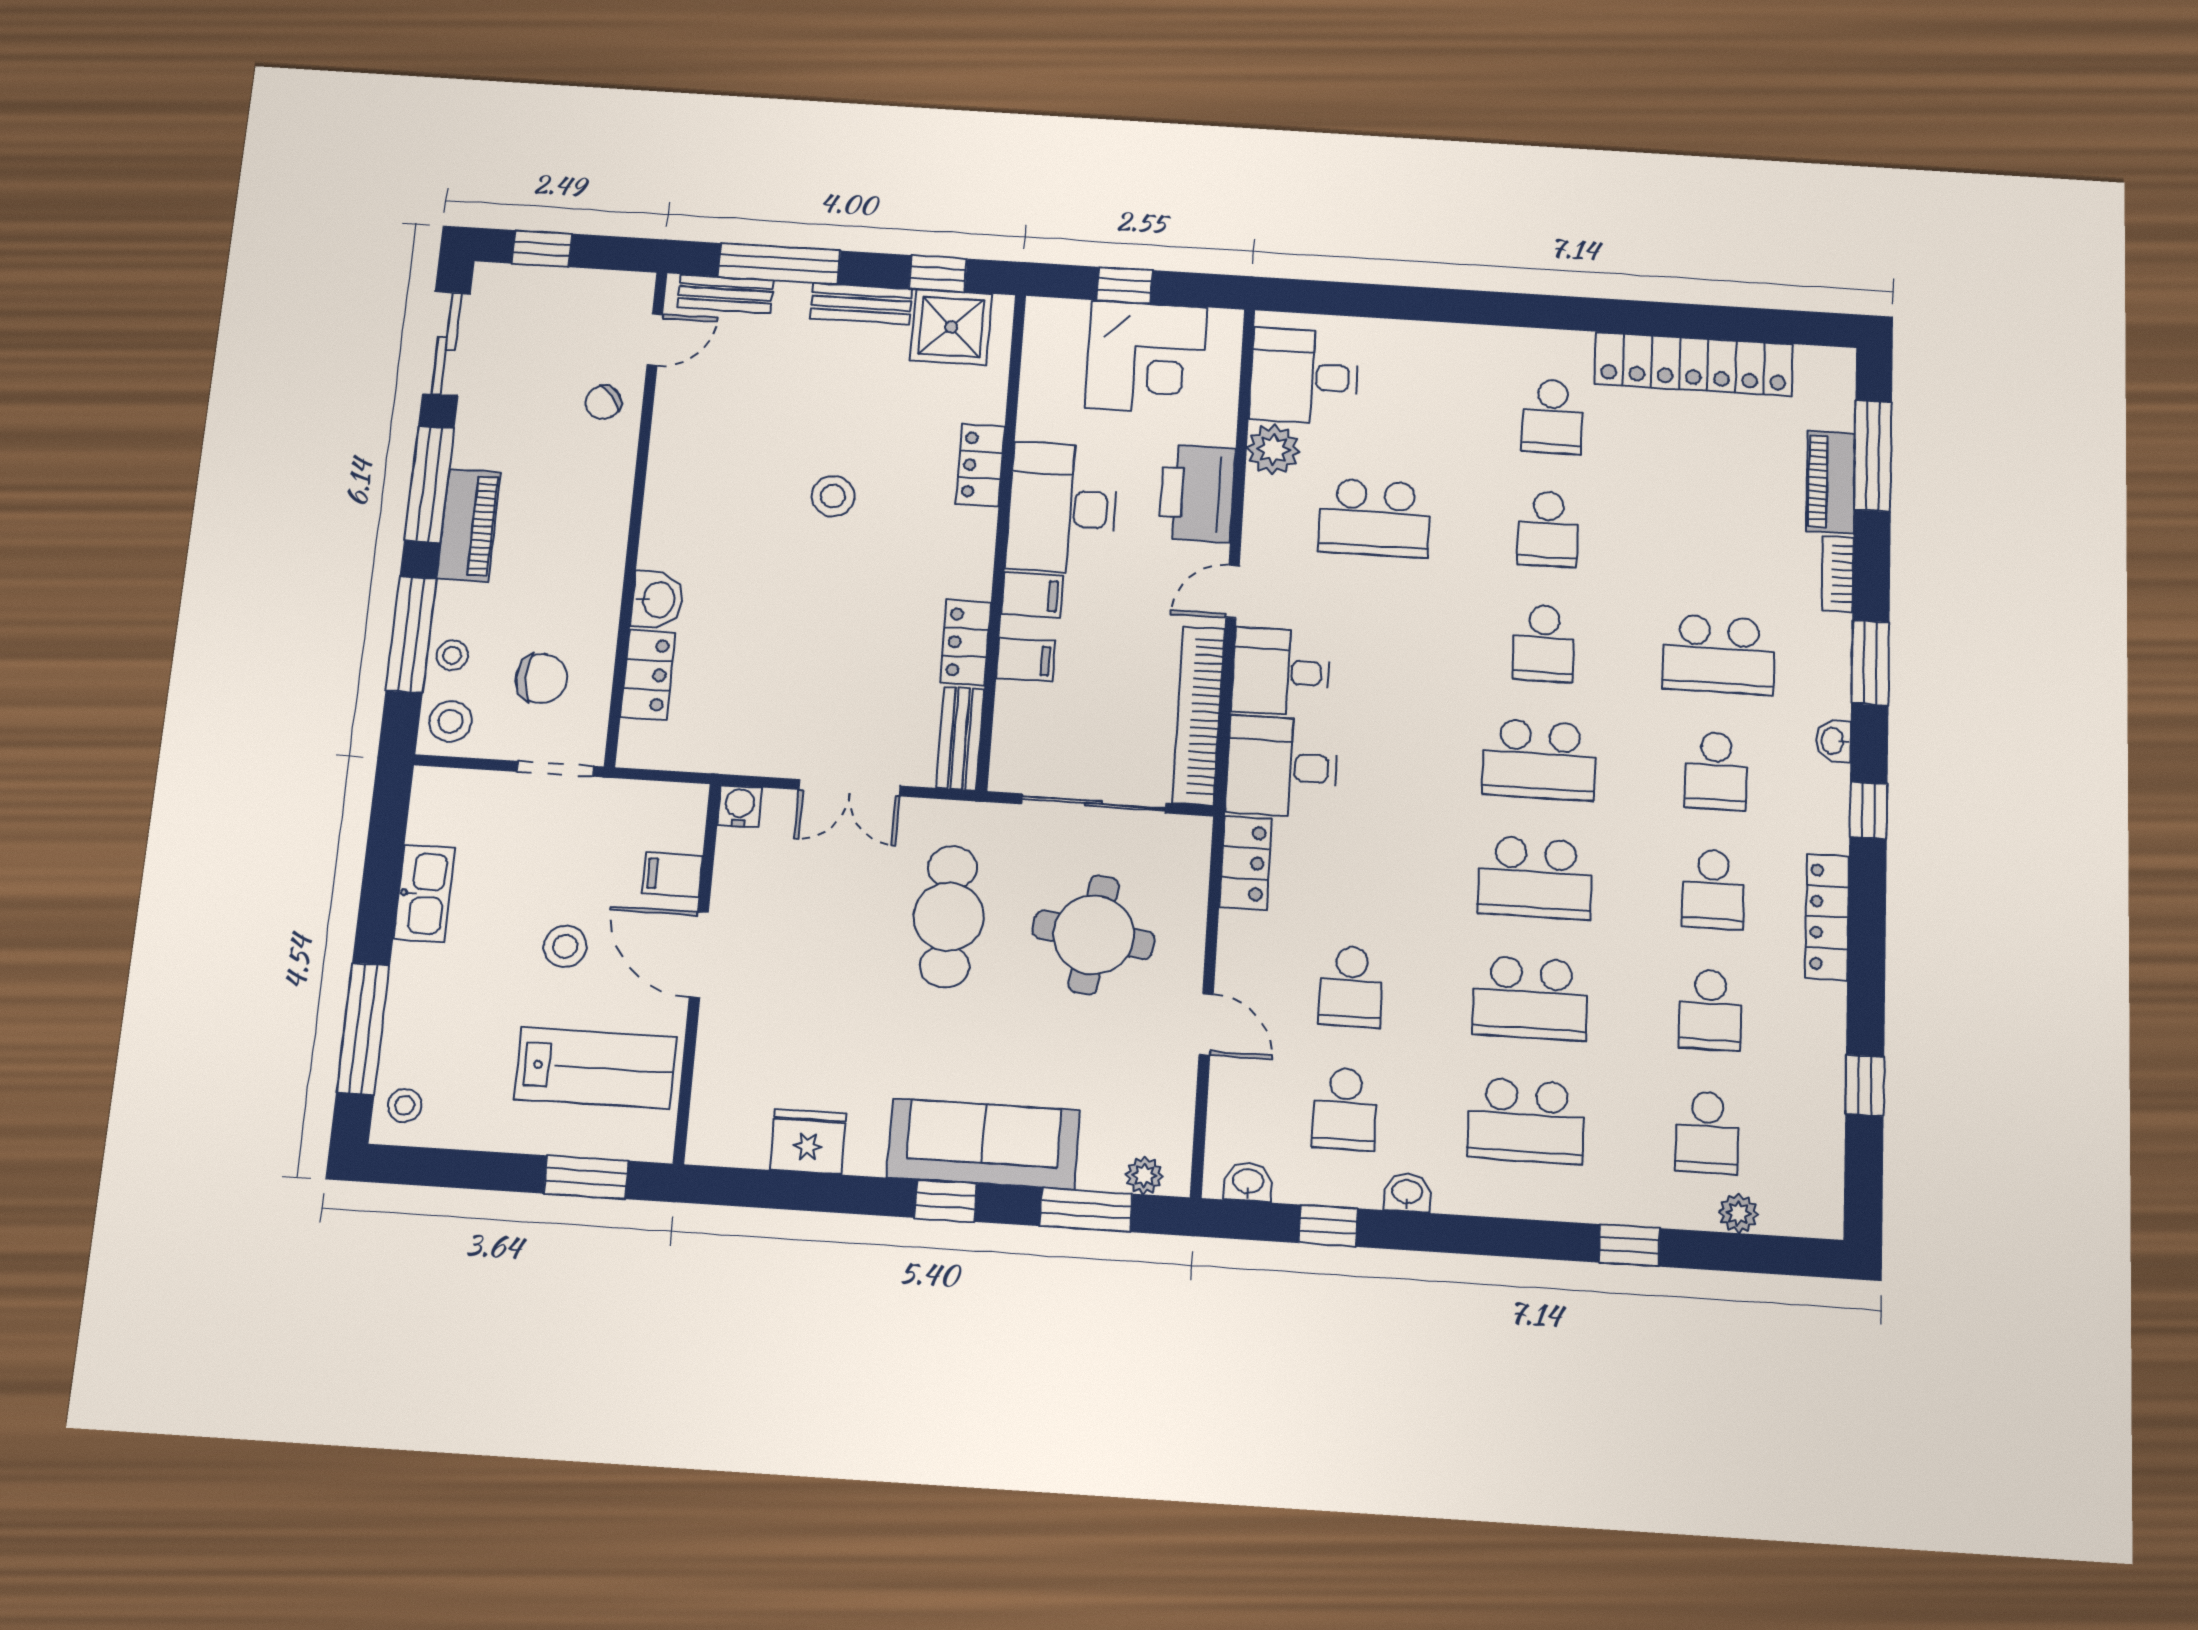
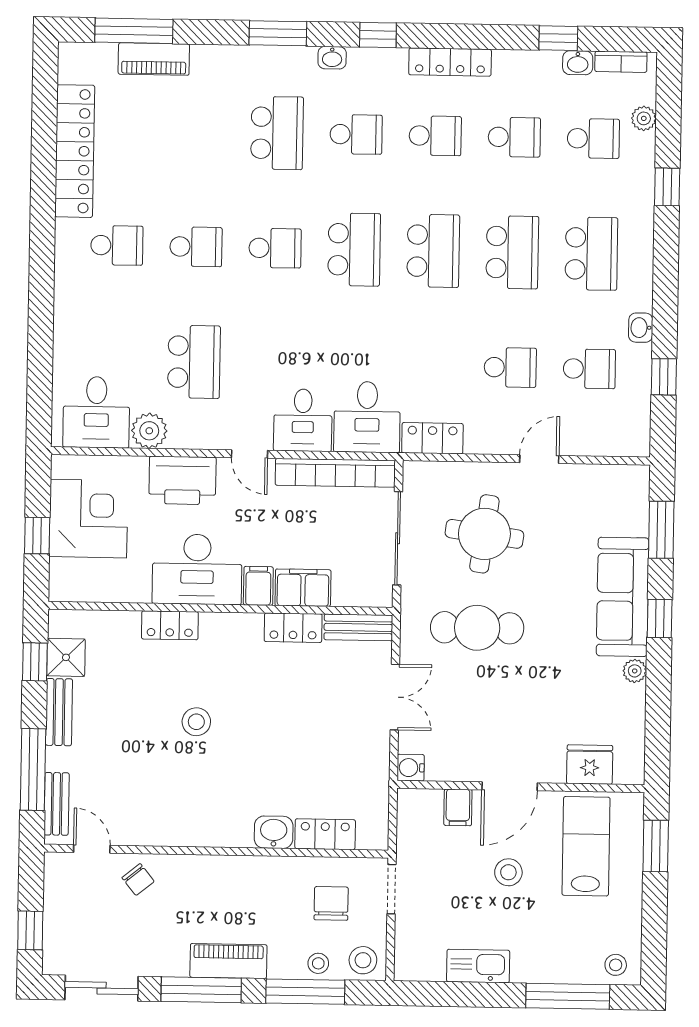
shower: (951, 327) -> (66, 657), width x0.73, depth x0.73
bookcase: (1837, 574) -> (621, 62), moved
filing cabinet: (1026, 660) -> (303, 588), width x2.00
fridge: (808, 1142) -> (590, 765), moved, turned 90
plant: (1144, 1176) -> (635, 671), moved
washbasin: (1248, 1182) -> (578, 63), moved, turned -90

